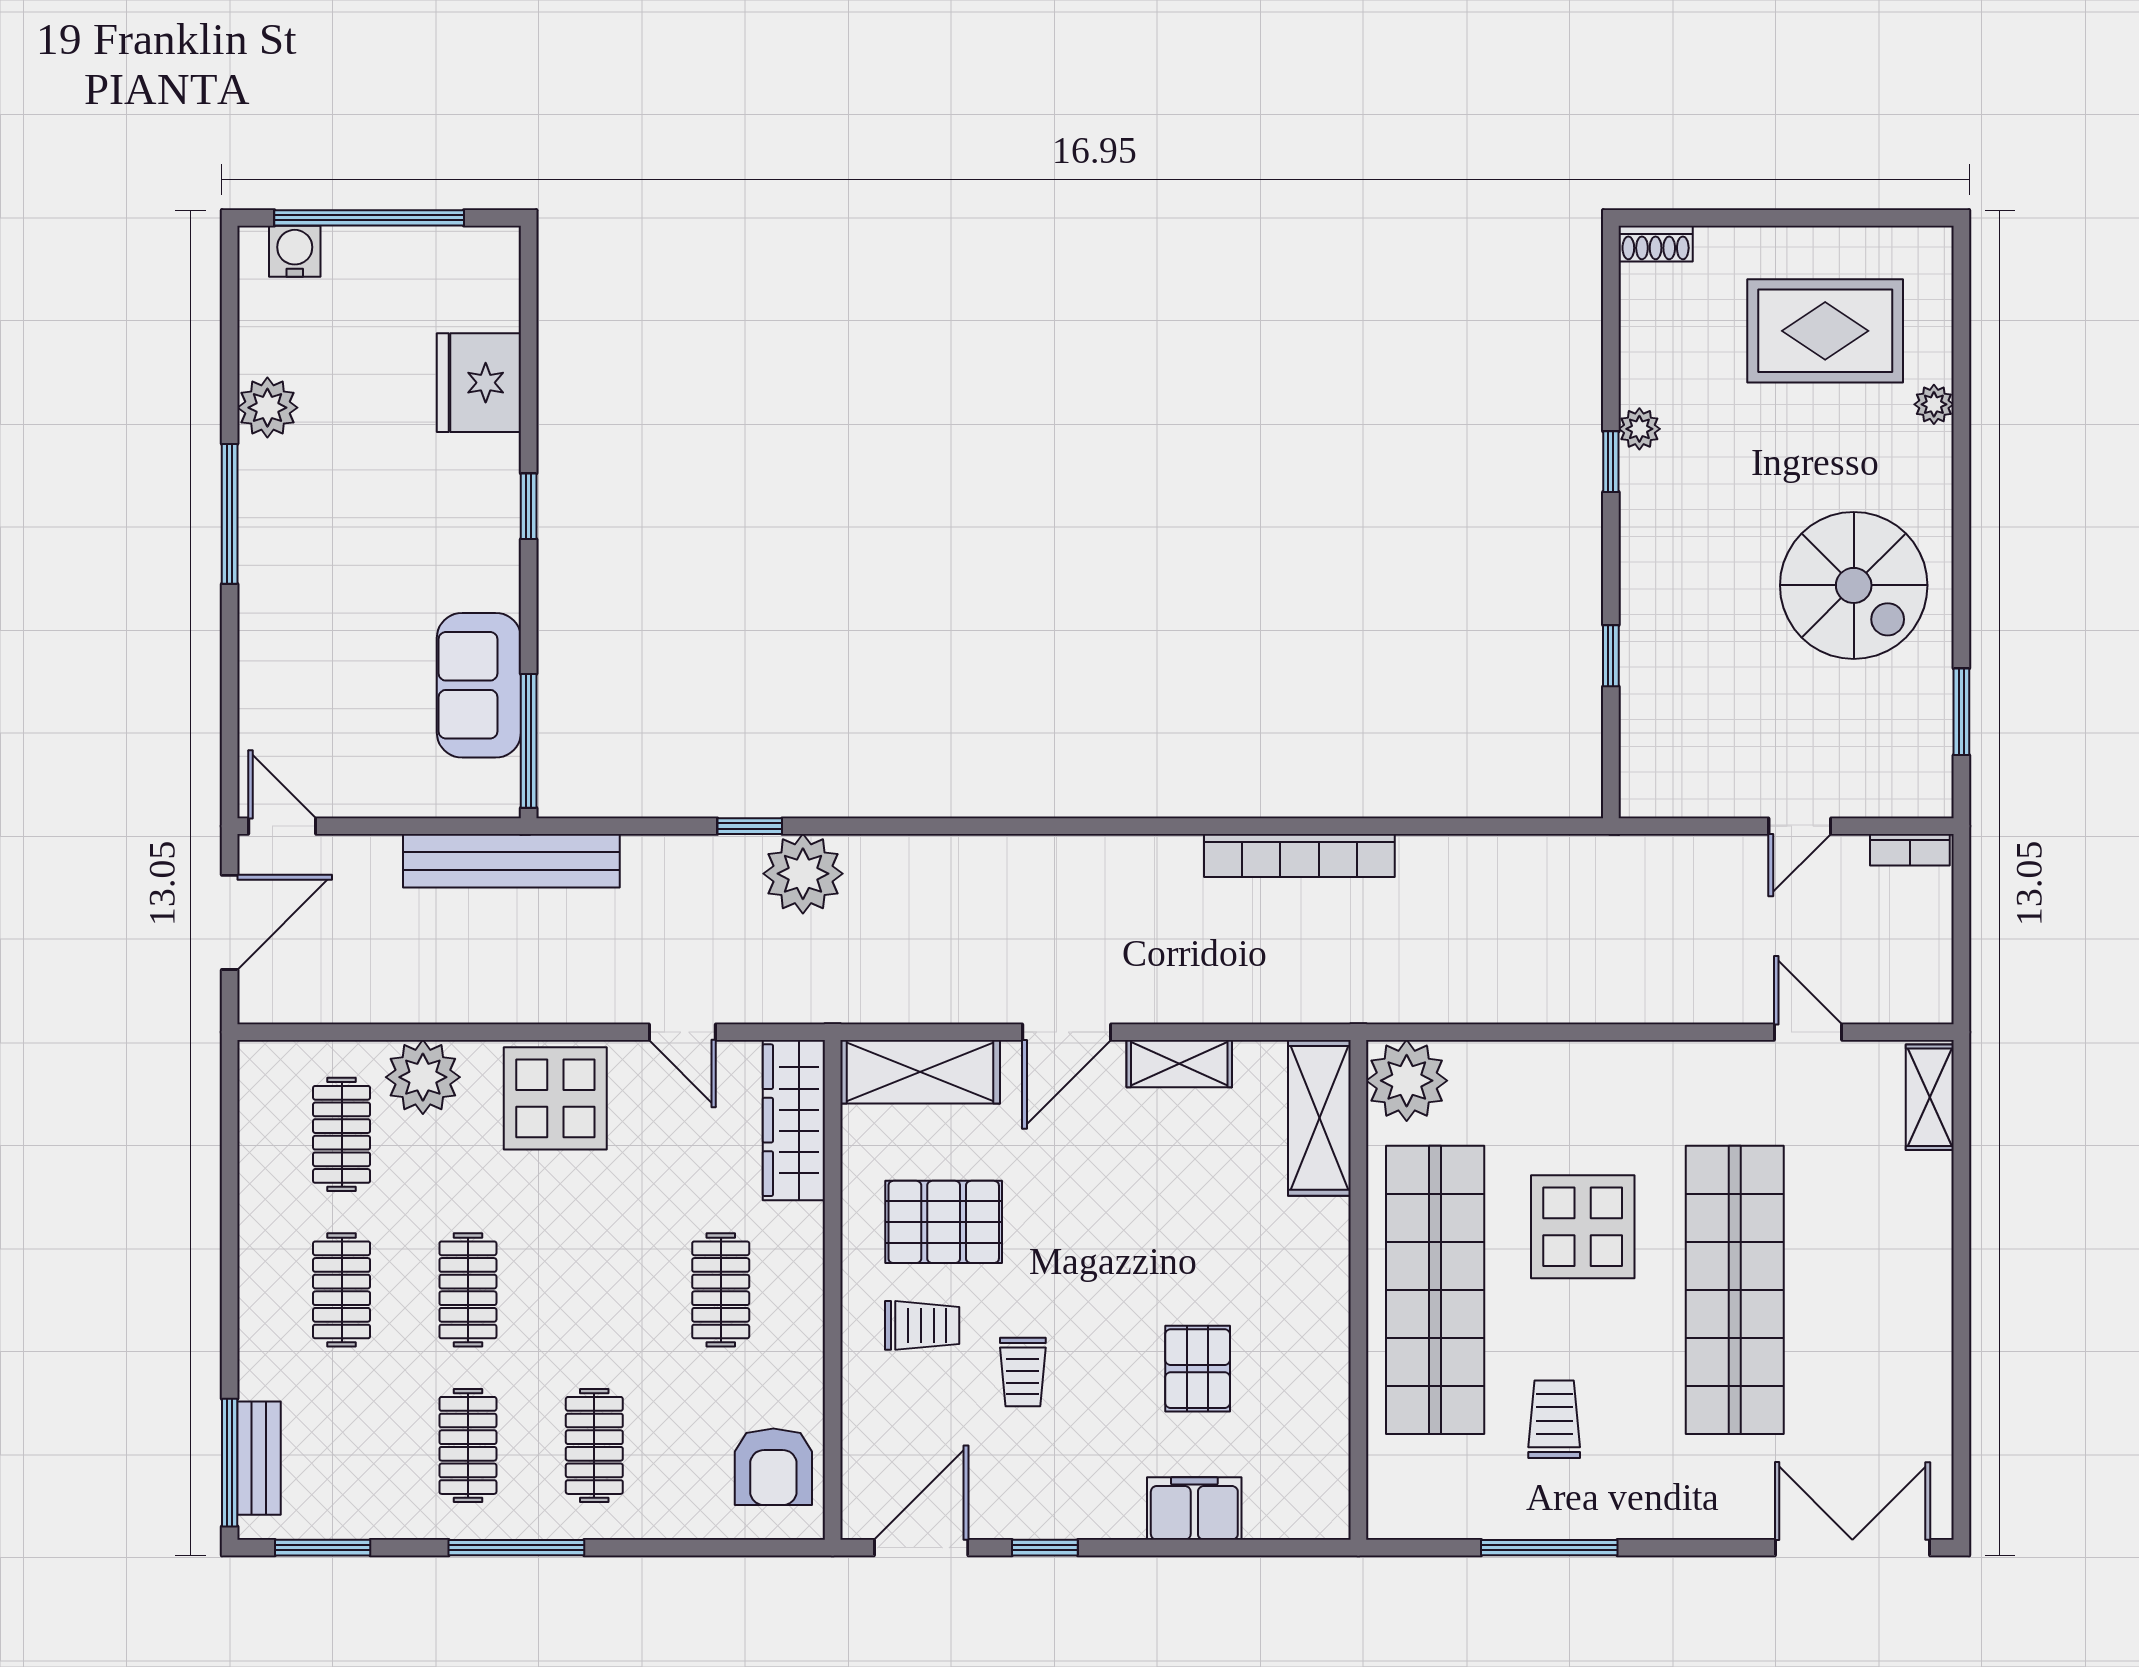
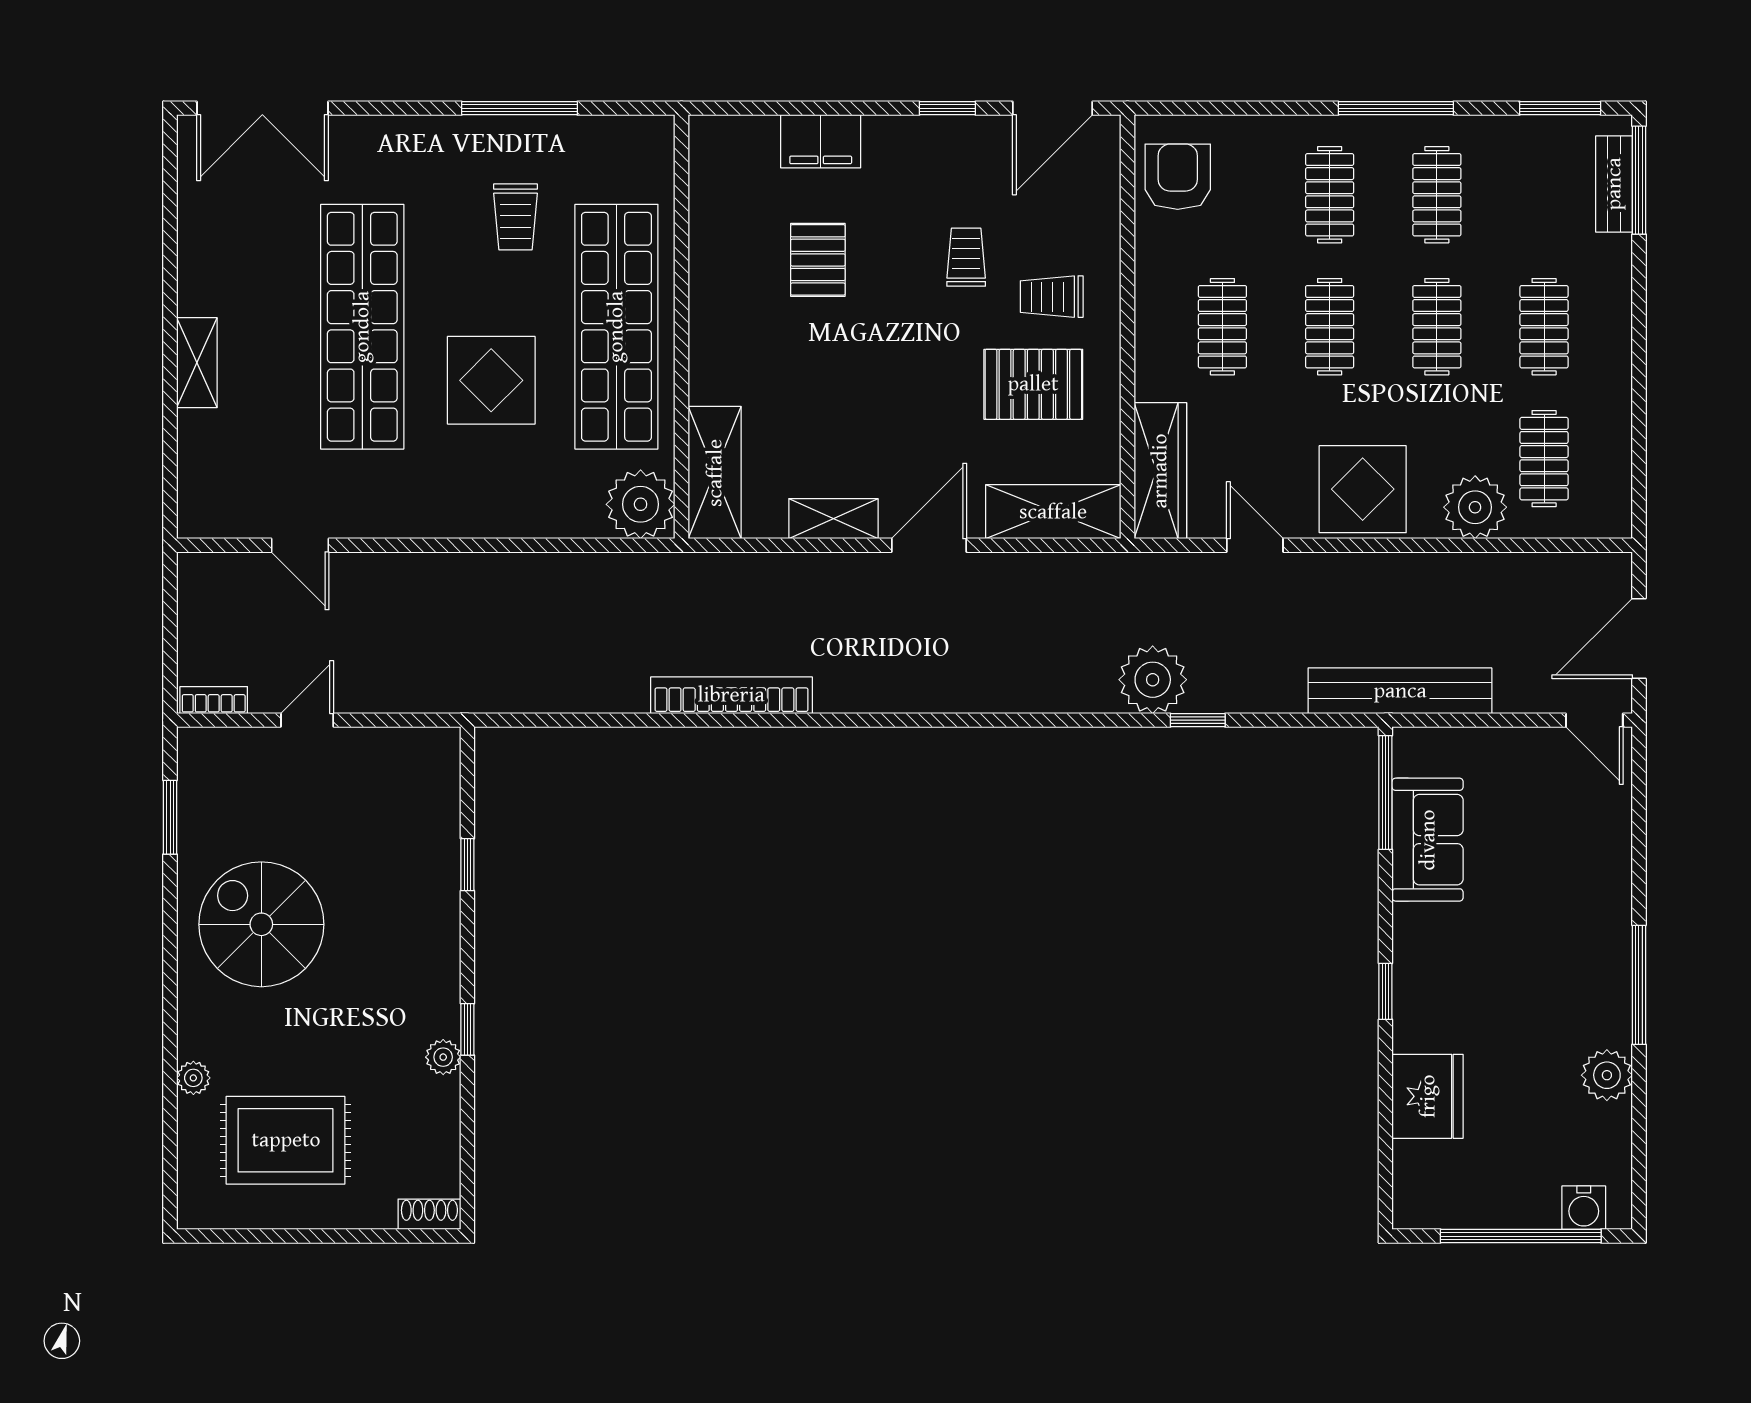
shelving: (1930, 1097) -> (197, 363), moved
clothes rail: (594, 1290) -> (1330, 327), added

